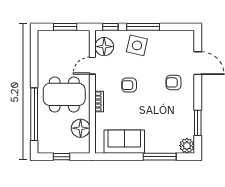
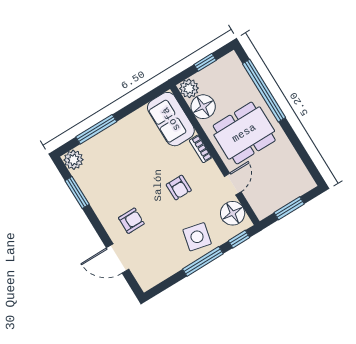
armchair: (129, 85) -> (179, 188), turned 90
sofa: (124, 142) -> (171, 119), moved, turned 90
plant: (82, 146) -> (189, 88), added

